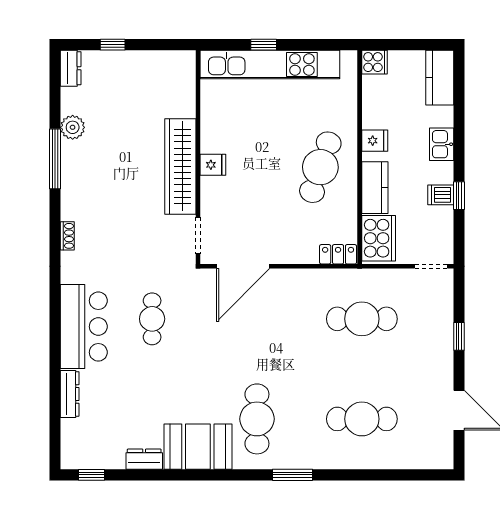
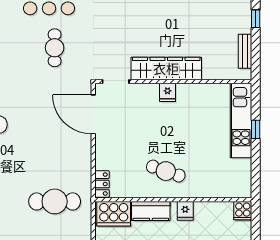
bench: (157, 59) -> (245, 51), added
kitchen unit: (270, 64) -> (241, 120), width x0.73
cafe table: (320, 167) -> (166, 171), width x0.73, depth x0.74
cafe table: (152, 319) -> (55, 48), turned 90
cafe table: (362, 319) -> (55, 201), turned 90

